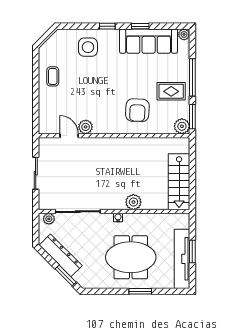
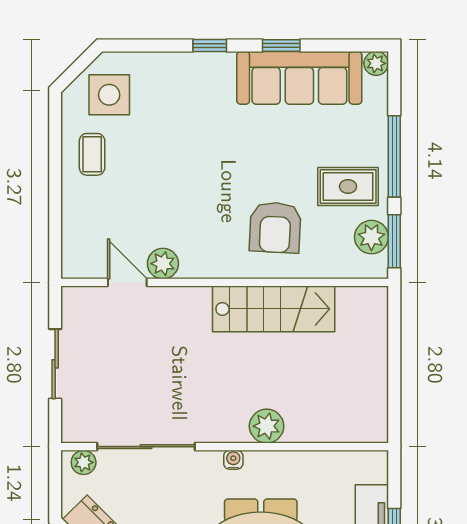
side table: (88, 47) -> (109, 95), moved
plant: (182, 126) -> (371, 237), moved
stairs: (179, 182) -> (274, 309), moved, turned -90

